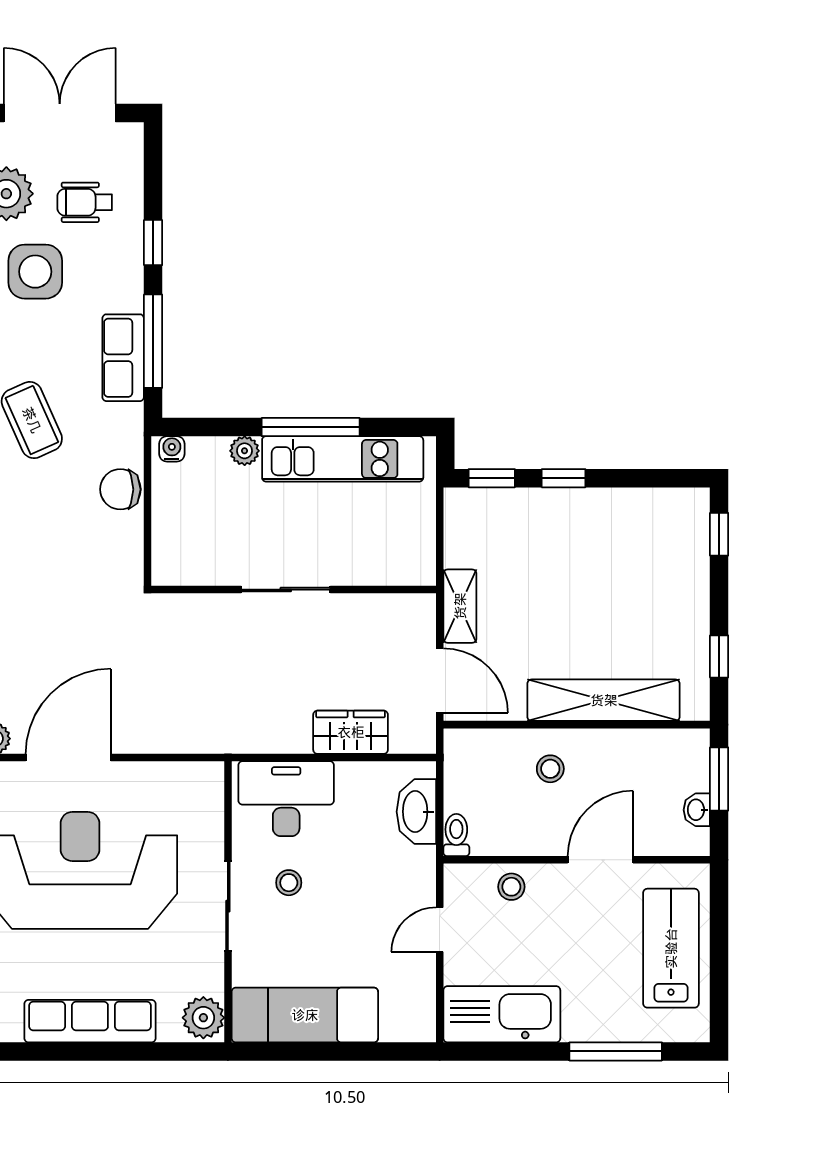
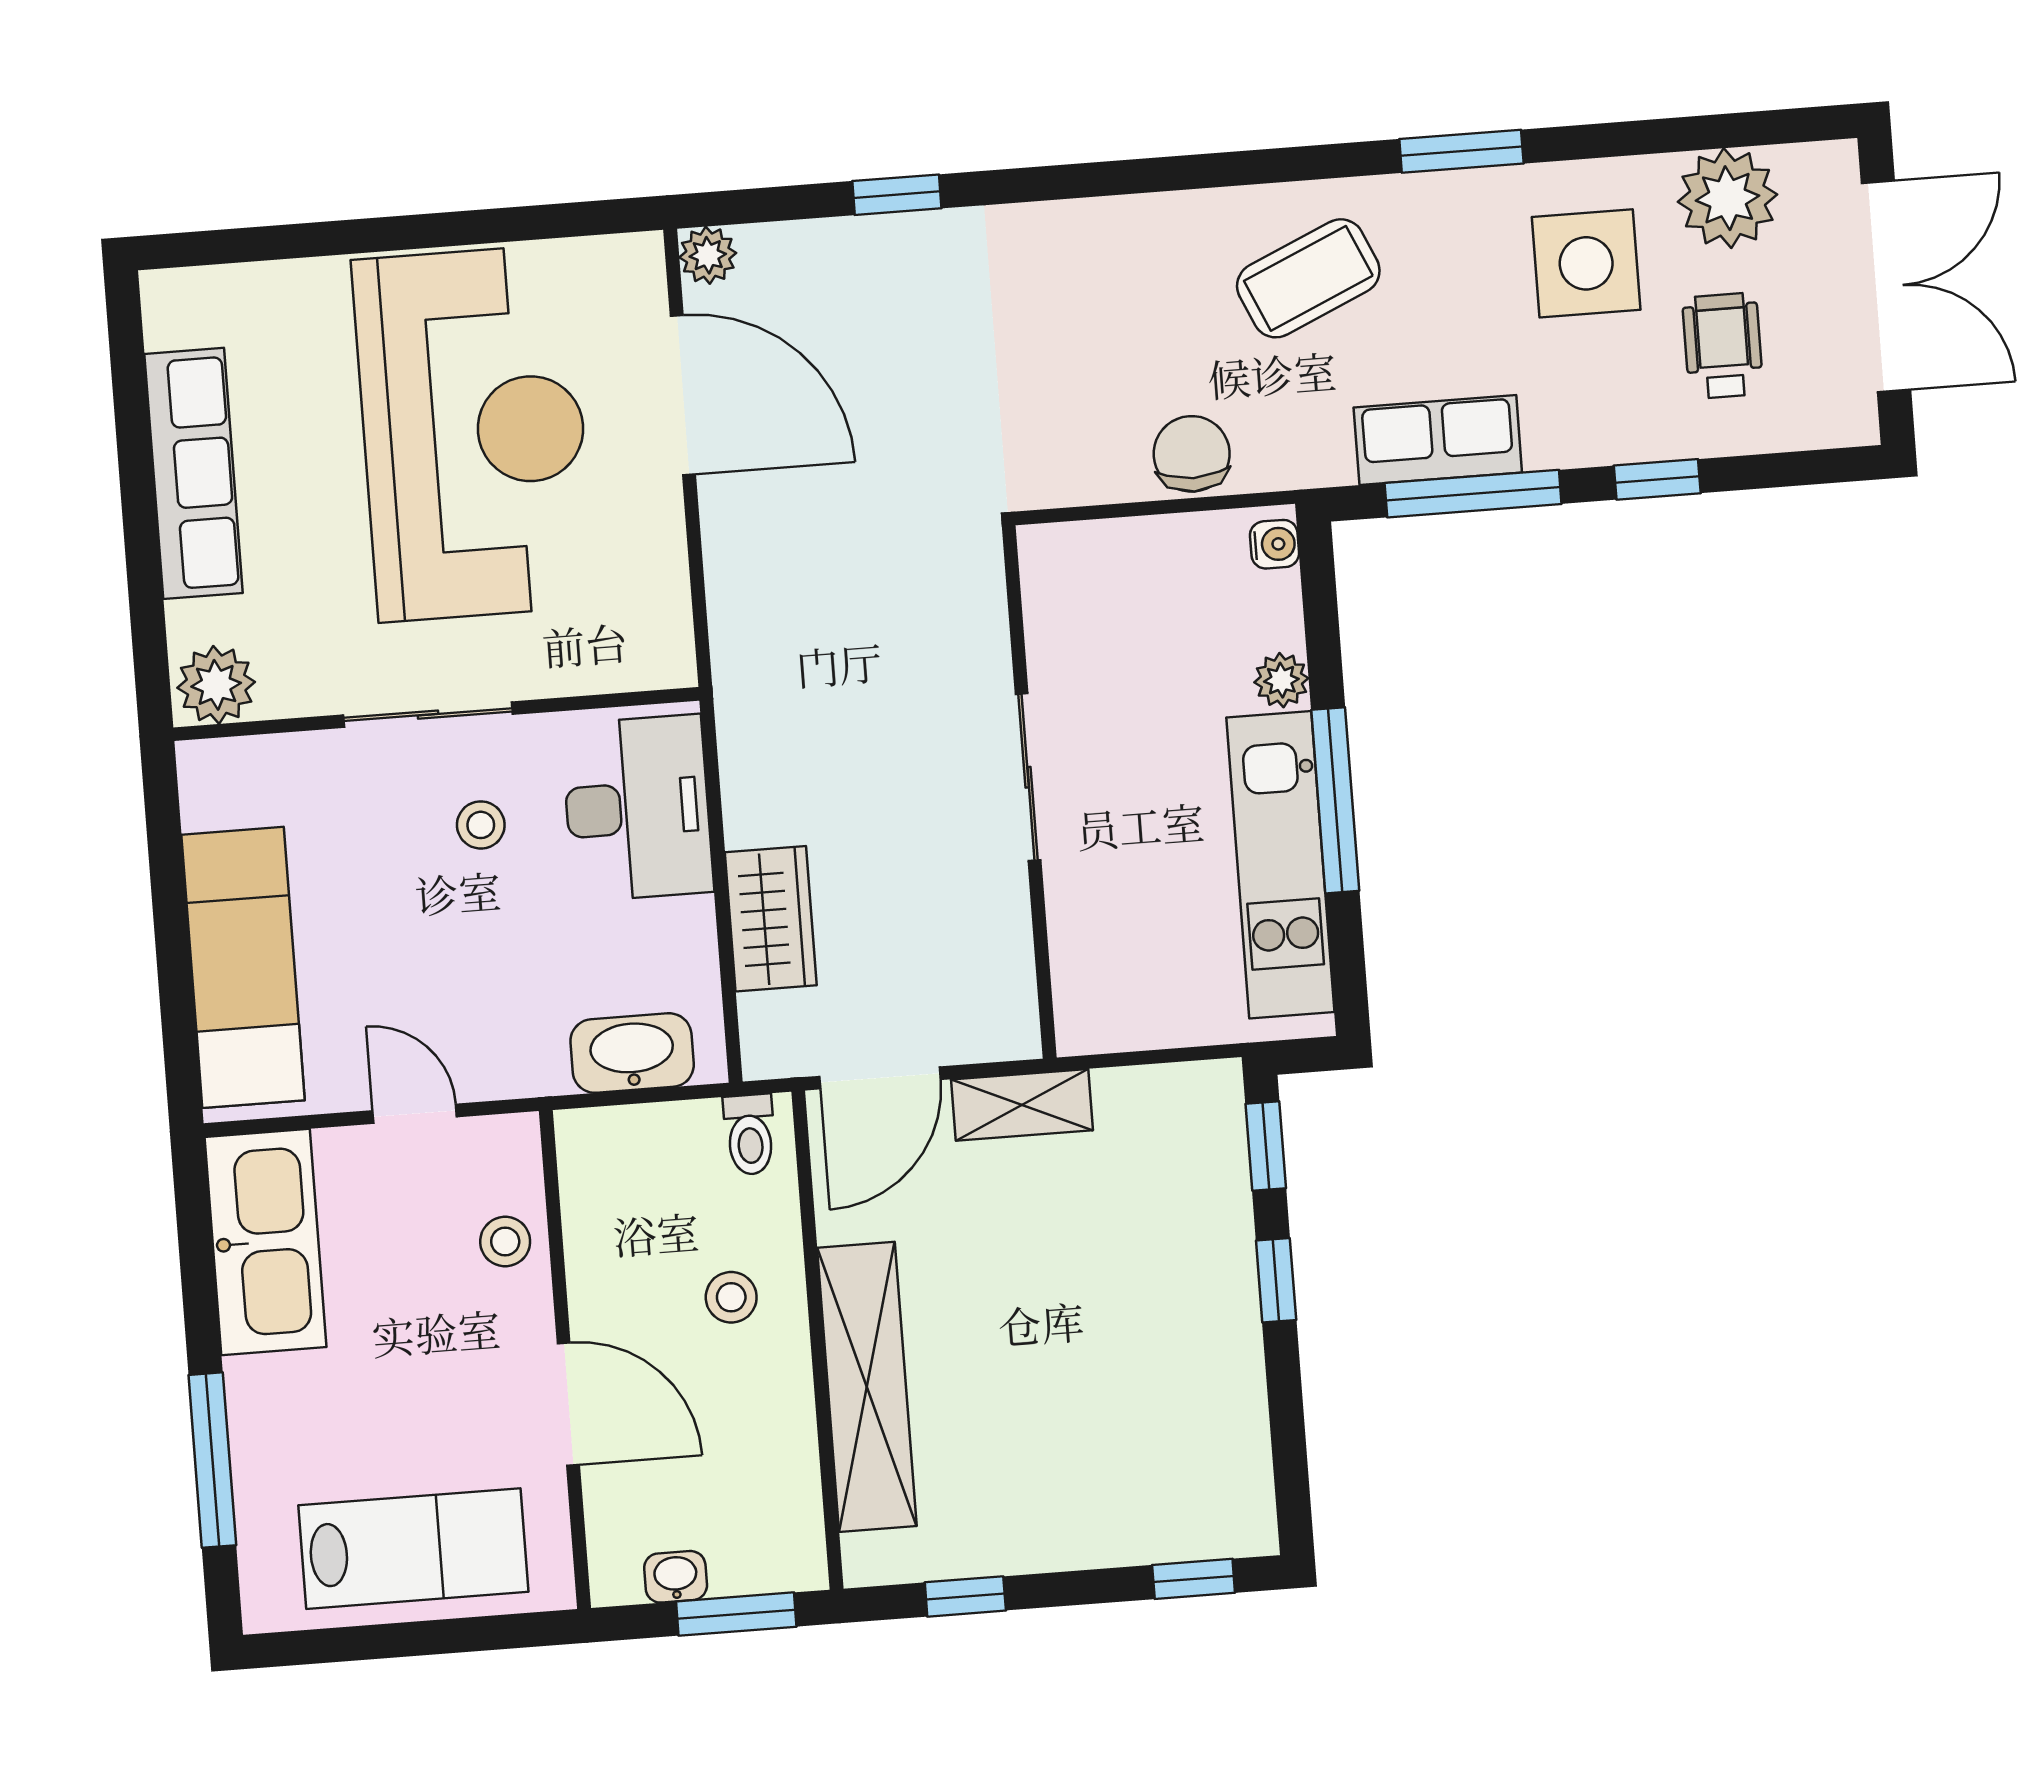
toilet: (456, 835) -> (750, 1135), moved, turned 90
exam couch: (305, 1015) -> (243, 967), moved

